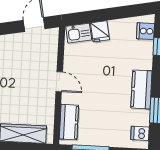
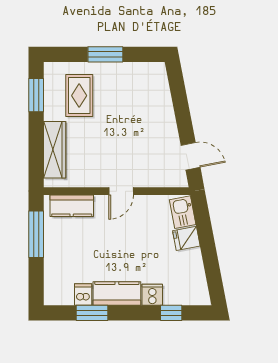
cooker: (145, 31) -> (152, 295), moved
dishwasher: (140, 133) -> (83, 295), moved

